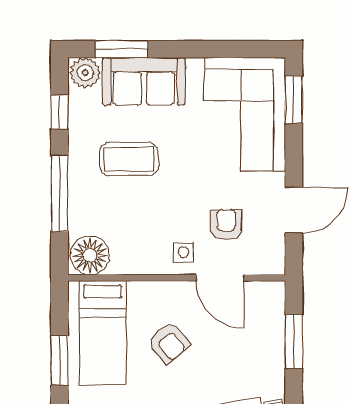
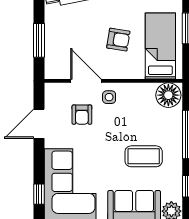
window: (294, 99) -> (39, 194), width x0.67
armchair: (169, 343) -> (118, 40), turned 139

